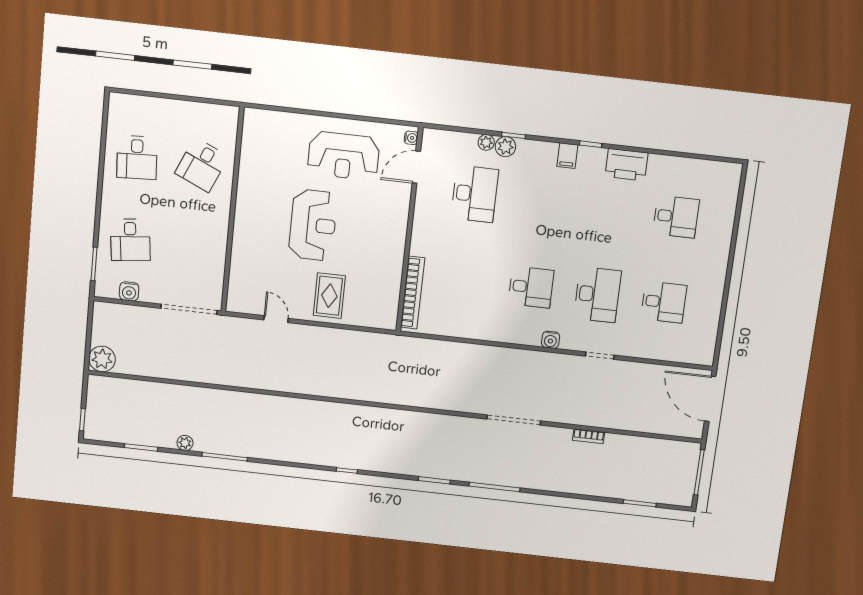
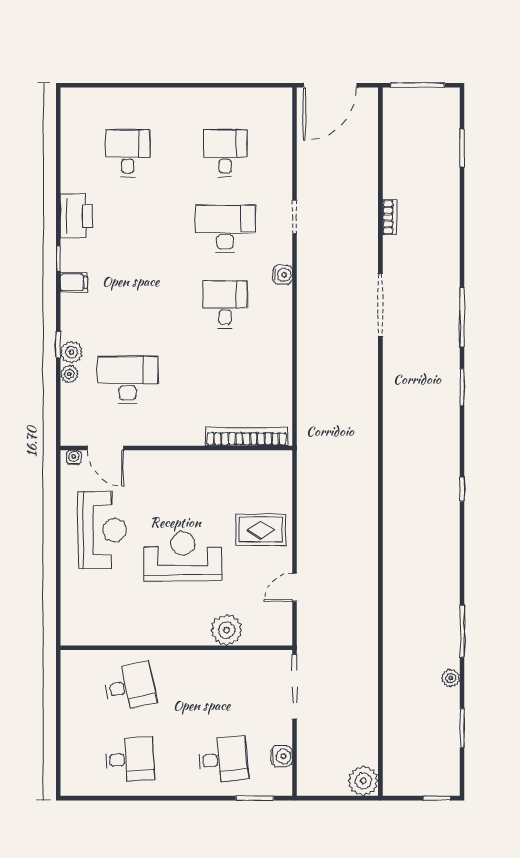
desk: (202, 165) -> (130, 687), turned -36
plant: (244, 256) -> (227, 630), added

